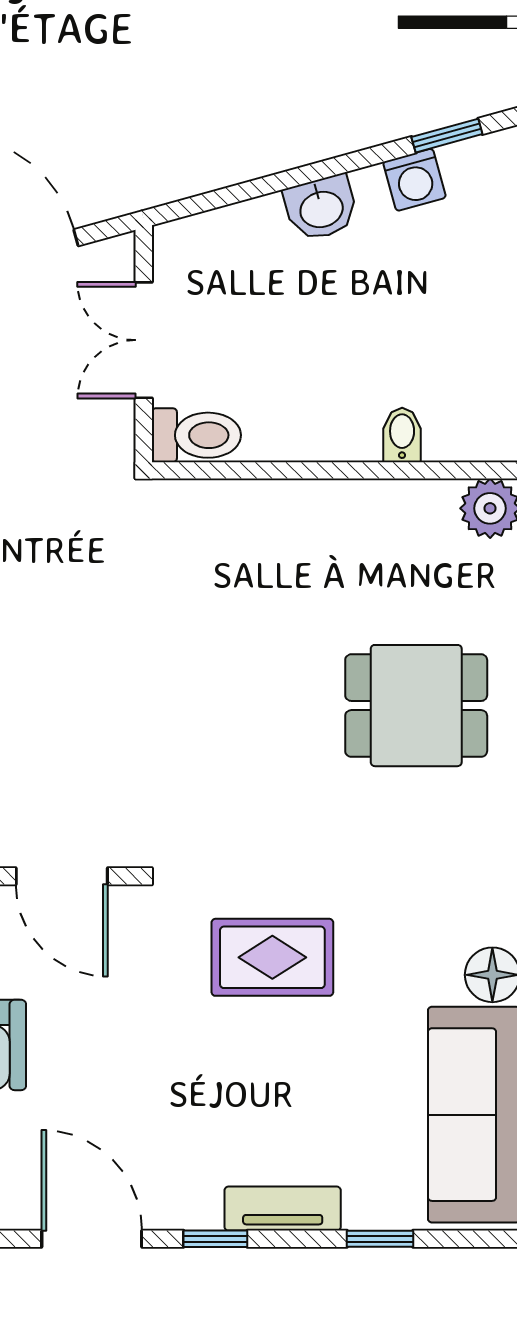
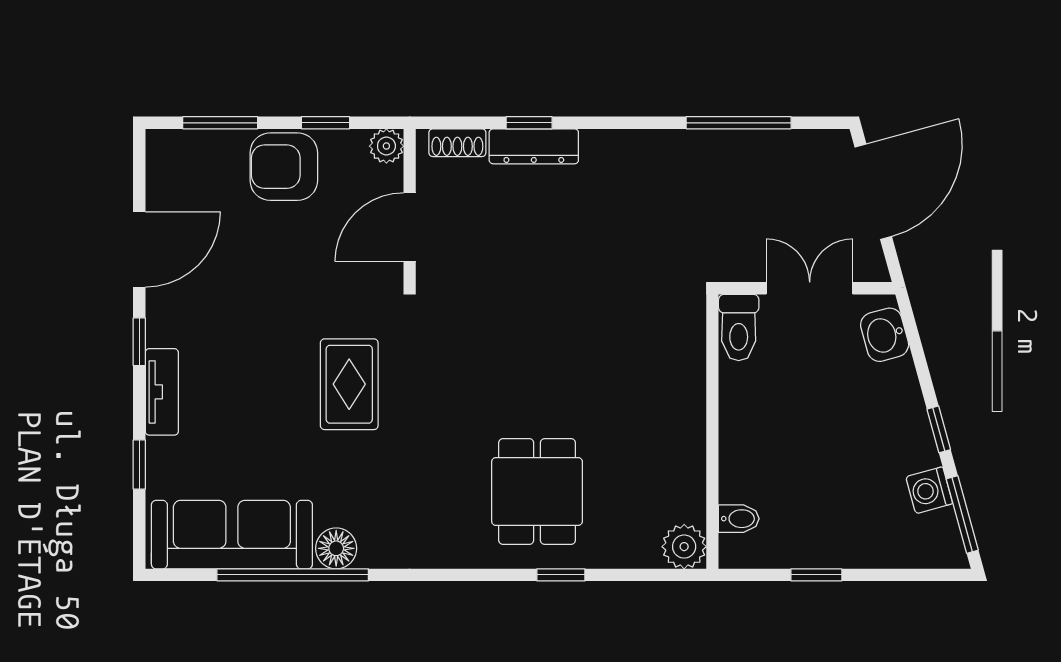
window: (447, 136) -> (962, 514), width x1.50
window: (333, 167) -> (939, 429), added
washbasin: (321, 208) -> (885, 335), moved
bidet: (402, 435) -> (739, 519), moved

